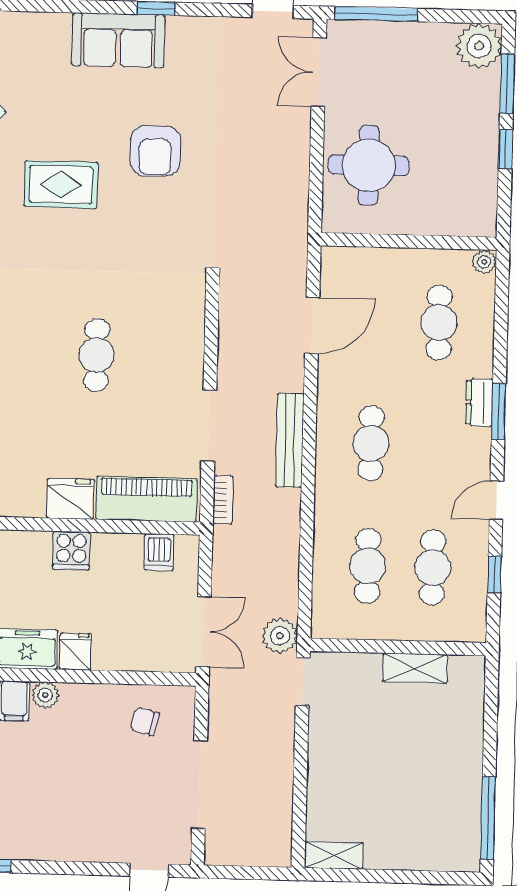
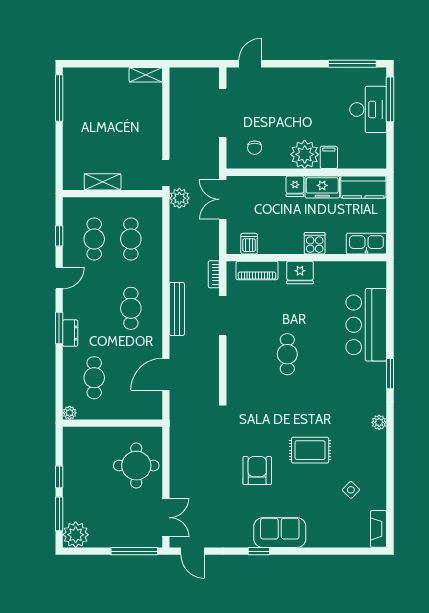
piano: (146, 499) -> (257, 271), width x0.73, depth x0.75
cooker: (71, 551) -> (315, 243), moved
plant: (45, 695) -> (305, 154), width x1.87, depth x1.87
chair: (145, 722) -> (255, 148), turned 77

